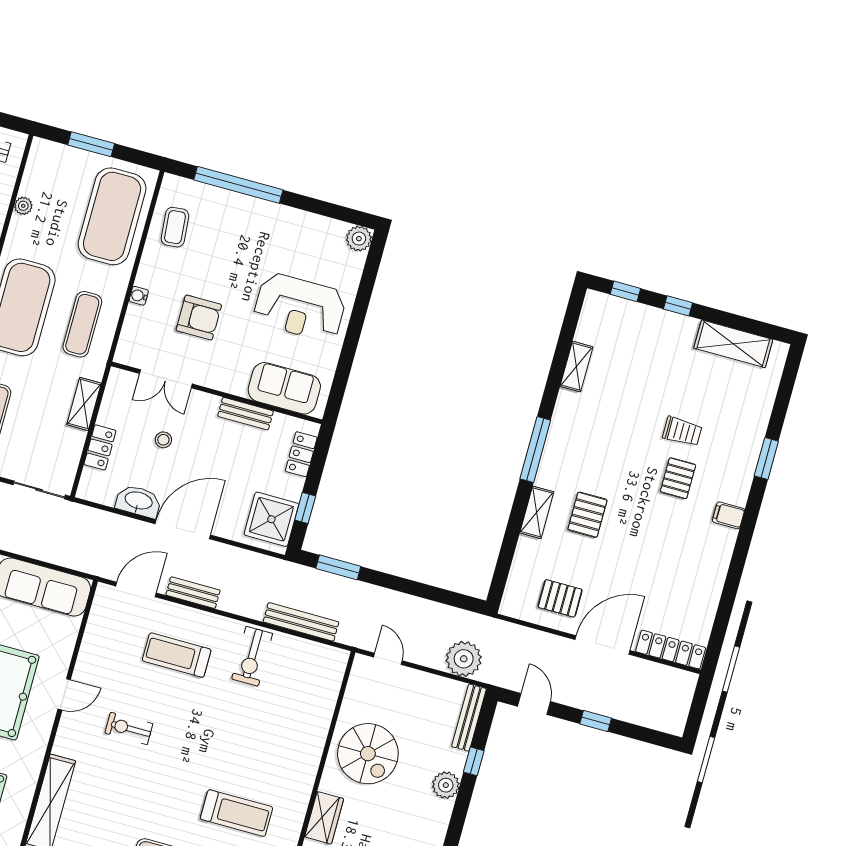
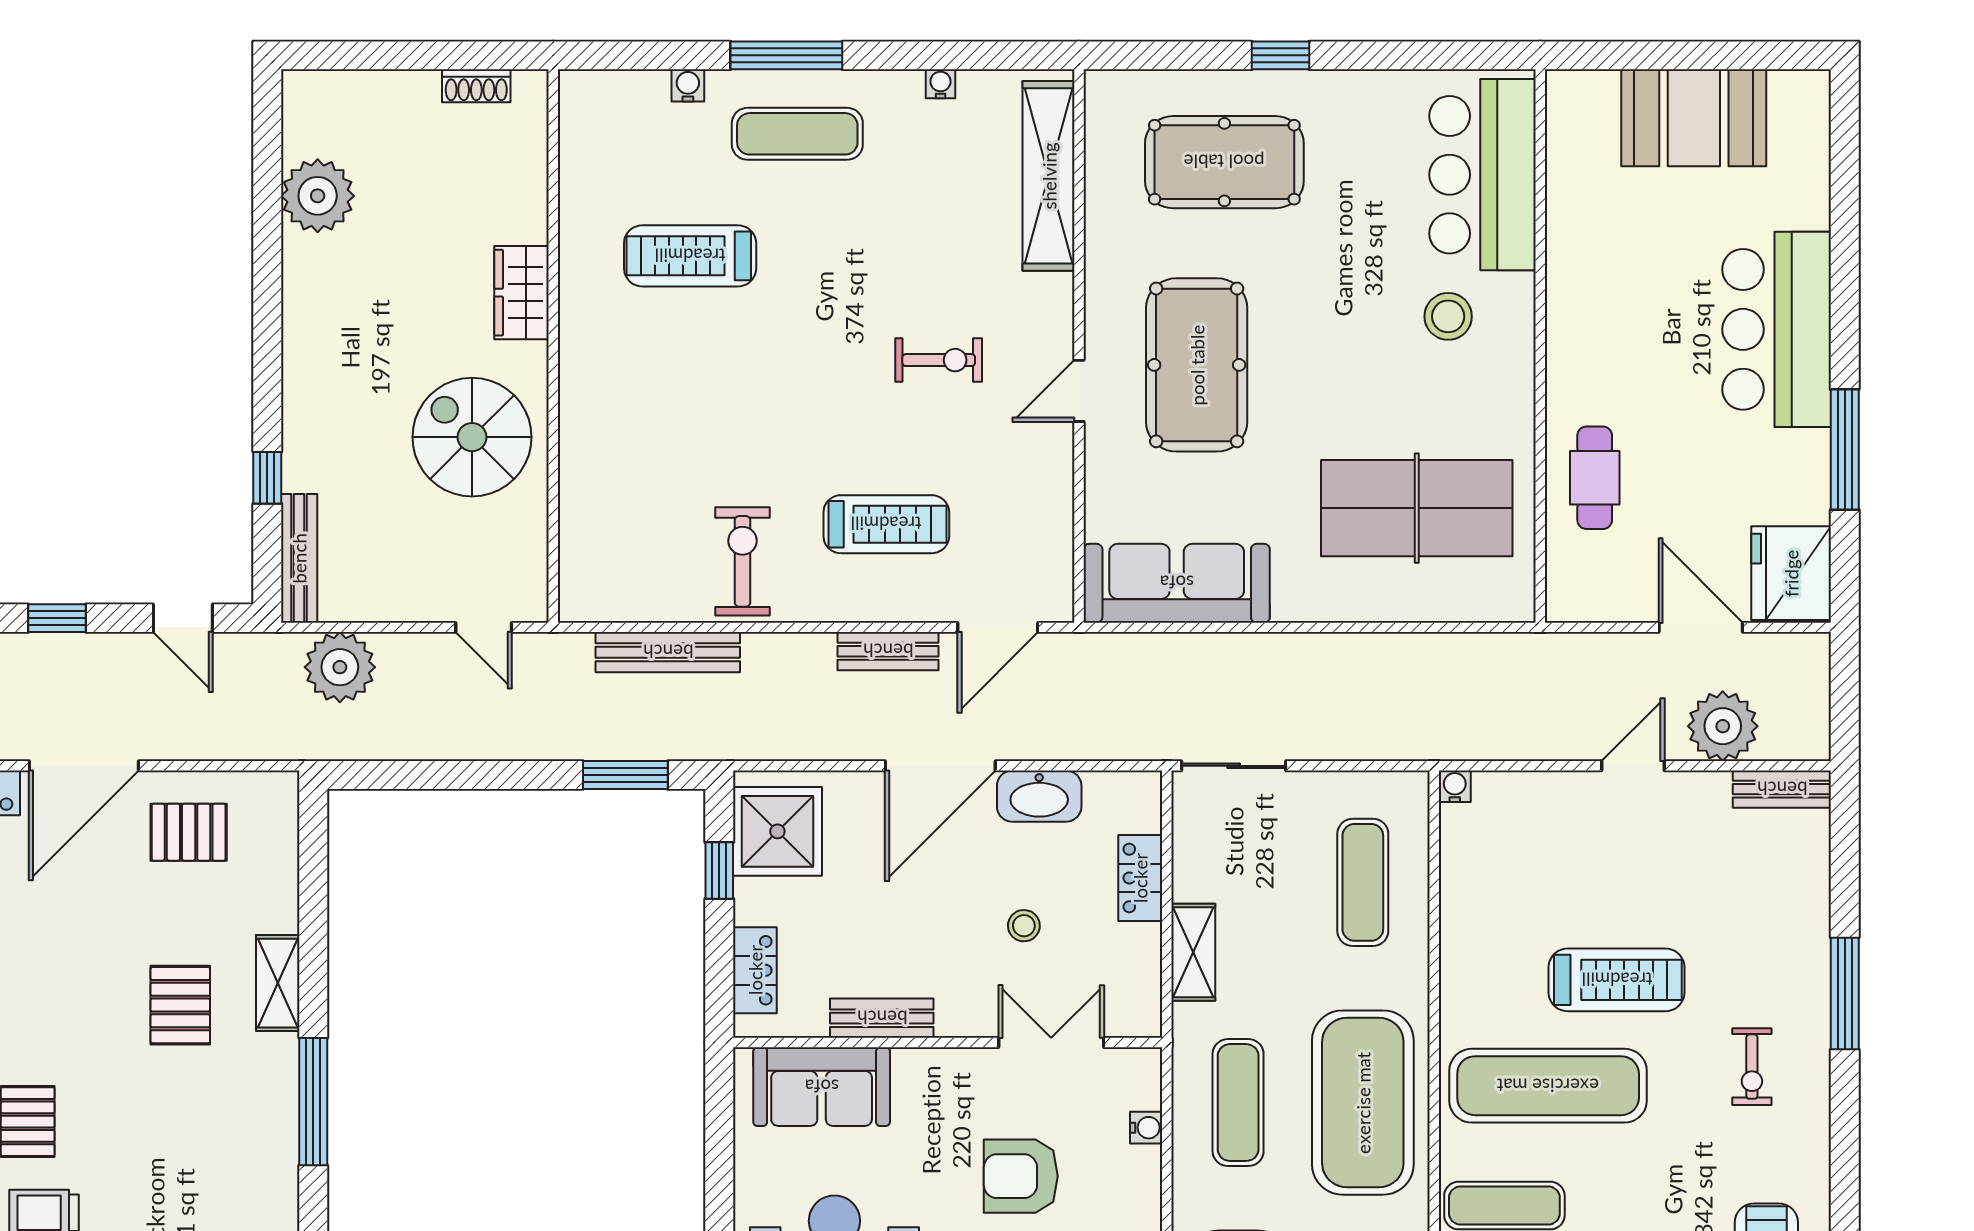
water cooler: (139, 296) -> (1146, 1128), moved
plant: (446, 785) -> (308, 418), removed

